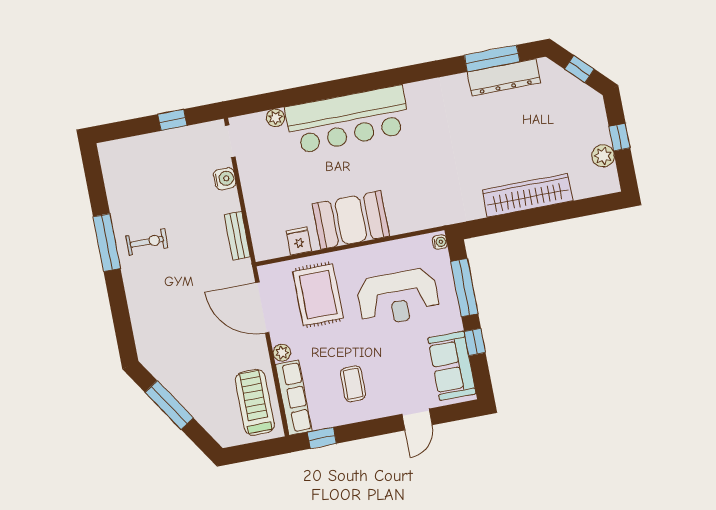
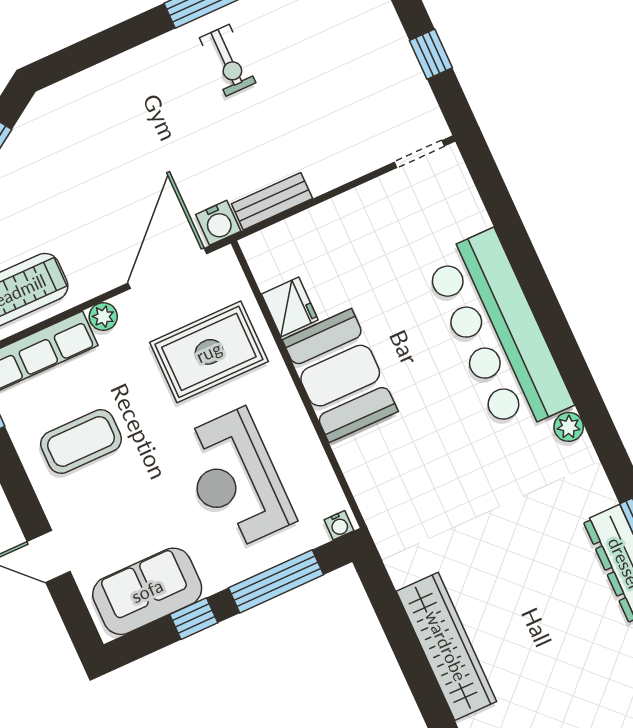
plant: (275, 118) -> (569, 427), moved
water cooler: (225, 179) -> (218, 223), moved
fridge: (299, 241) -> (290, 307), width x1.38
coffee table: (353, 384) -> (81, 441), width x1.36, depth x1.30

